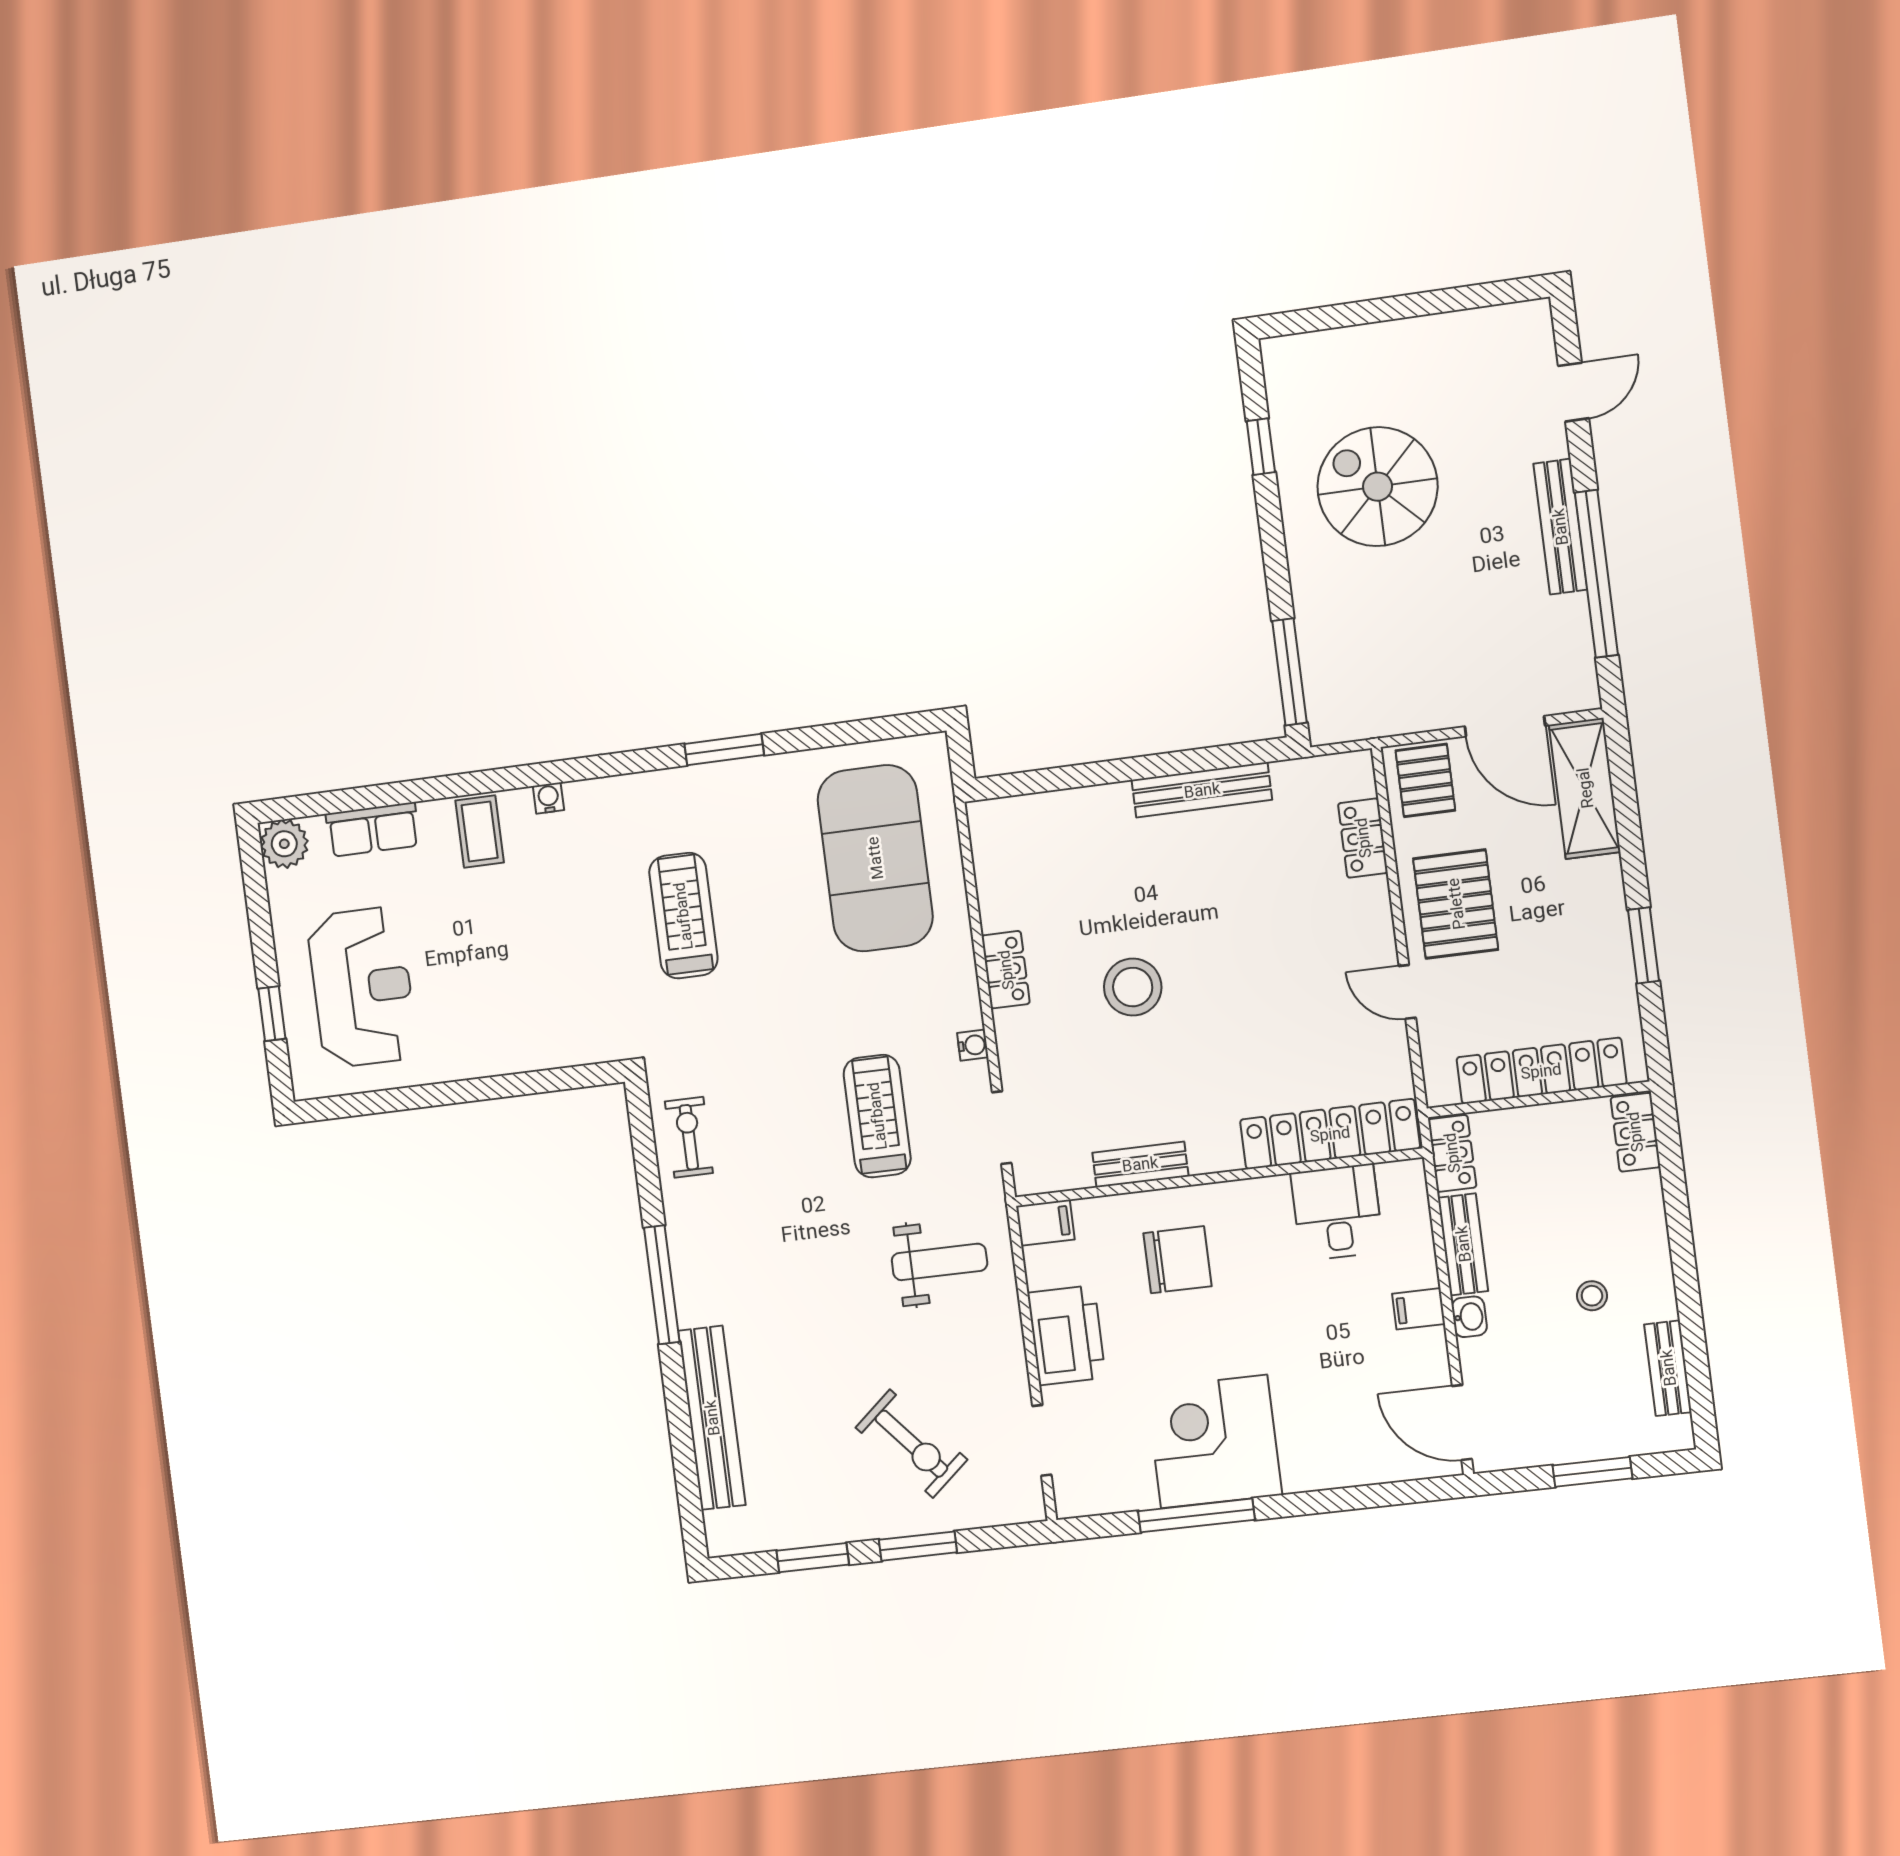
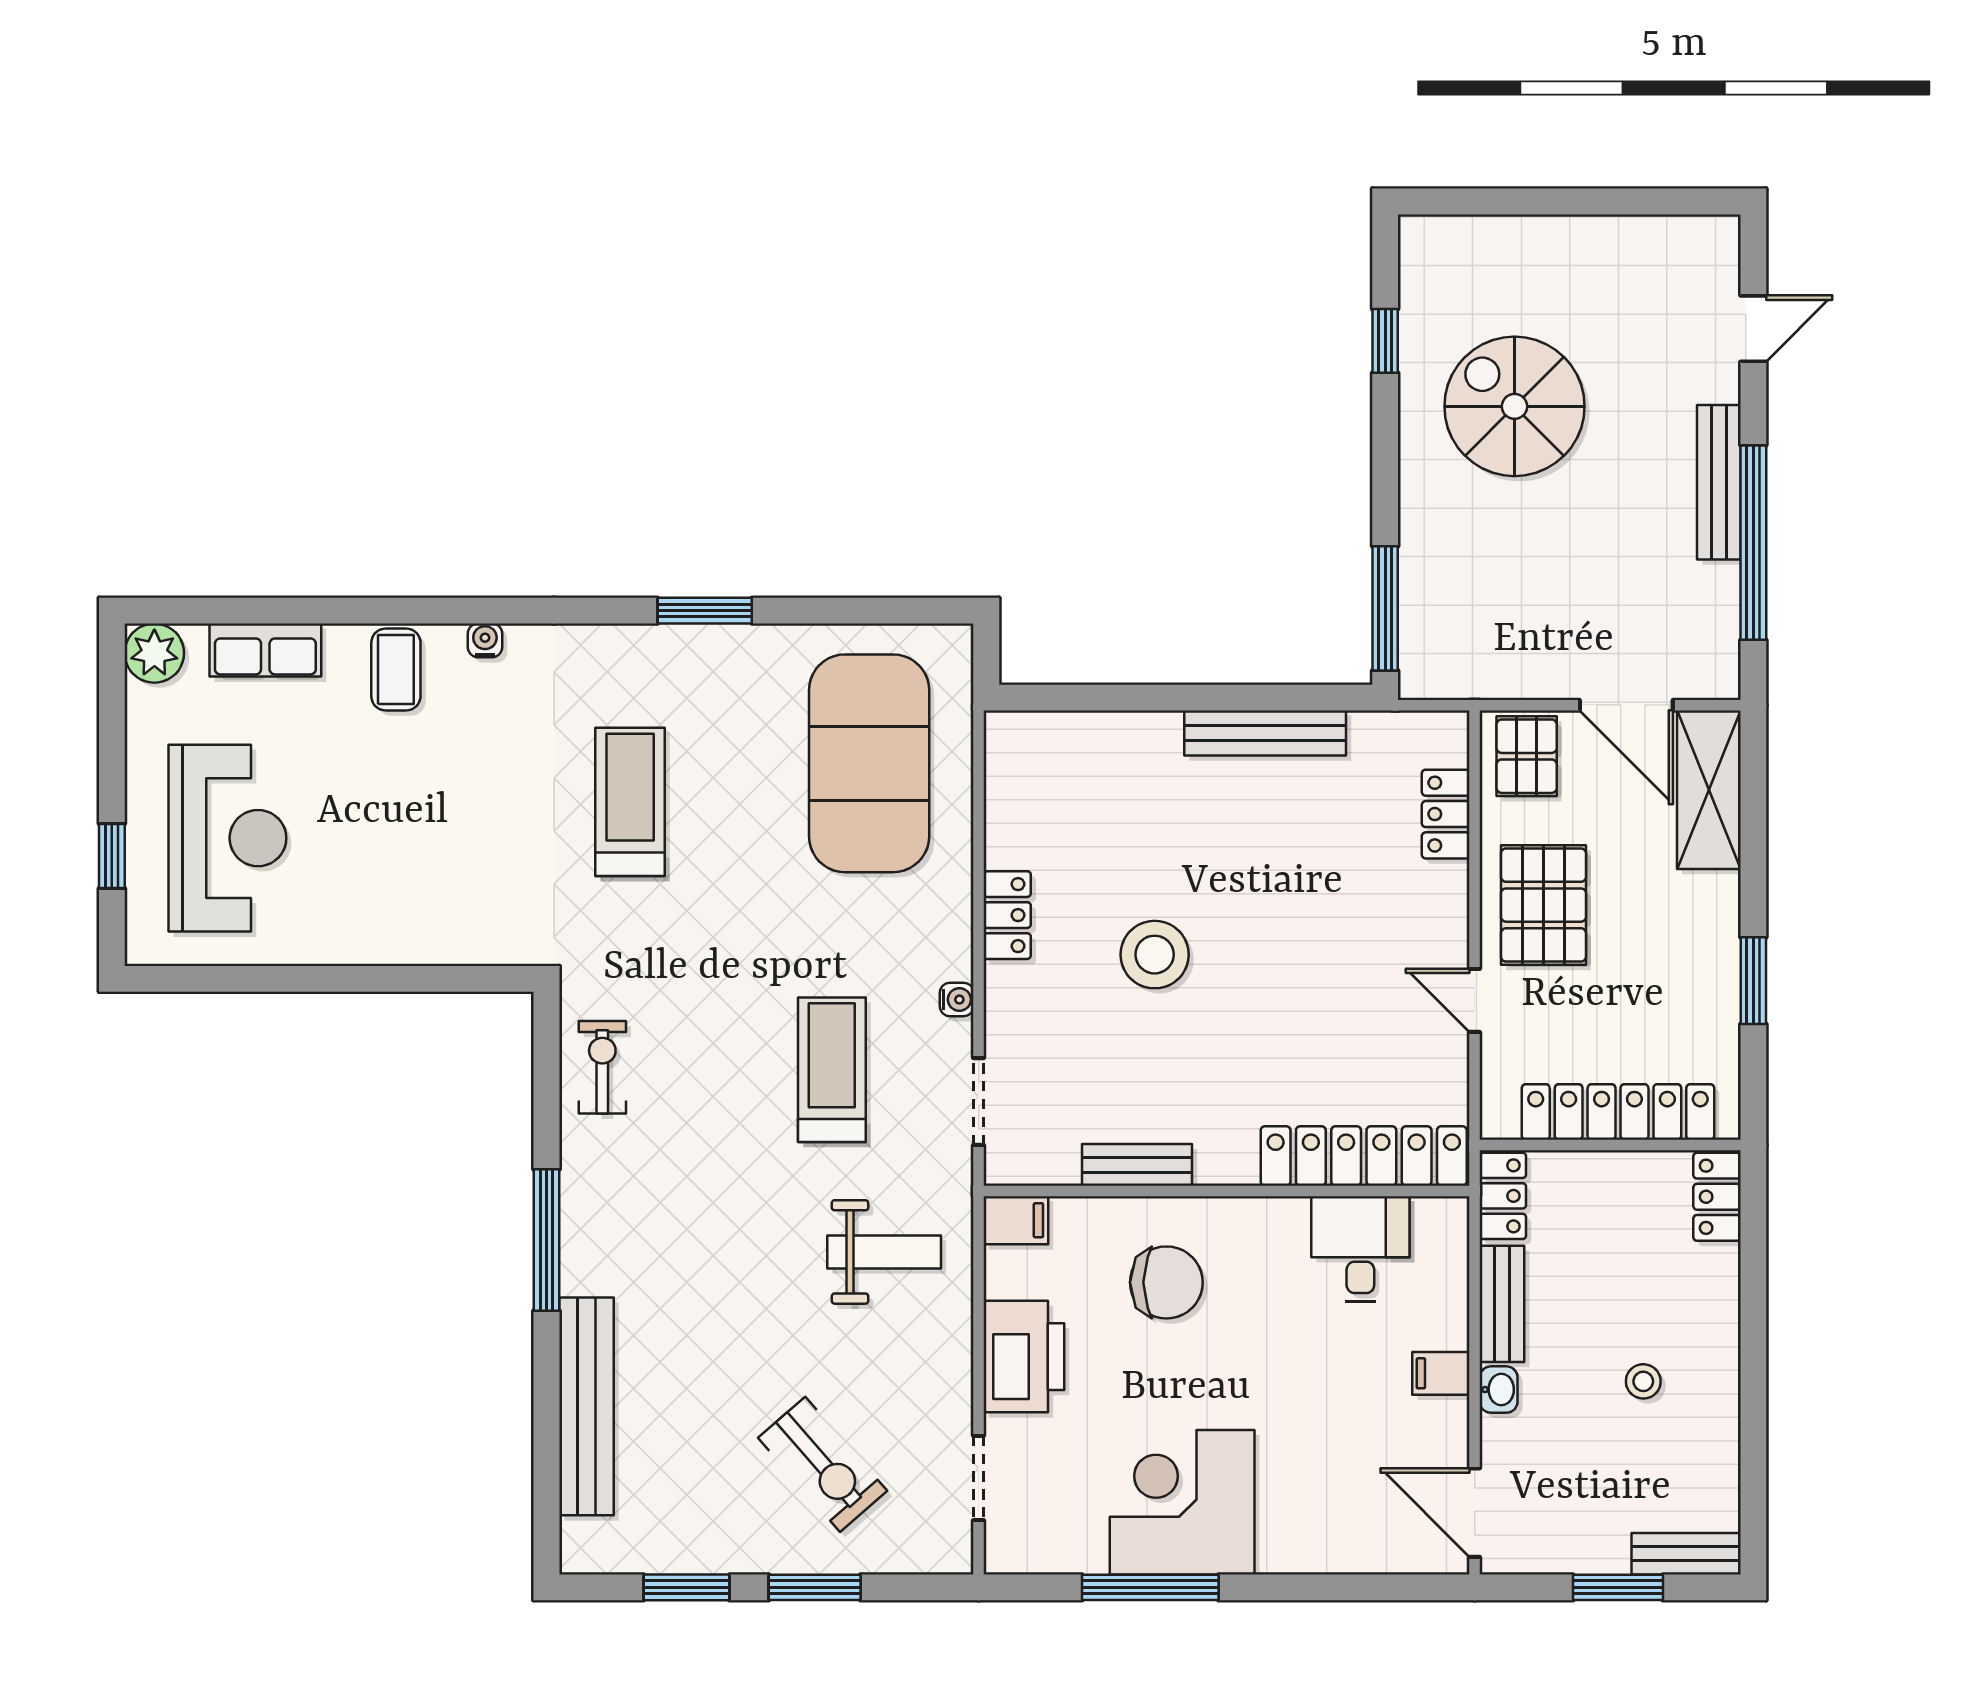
bench: (1668, 1368) -> (1686, 1554), moved, turned 90

